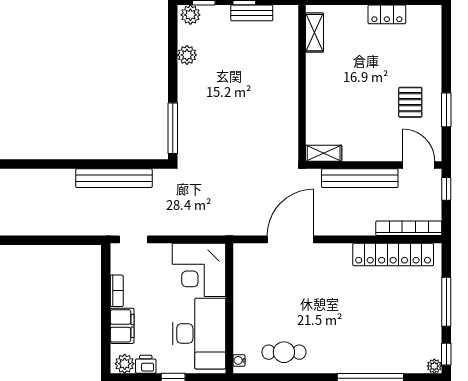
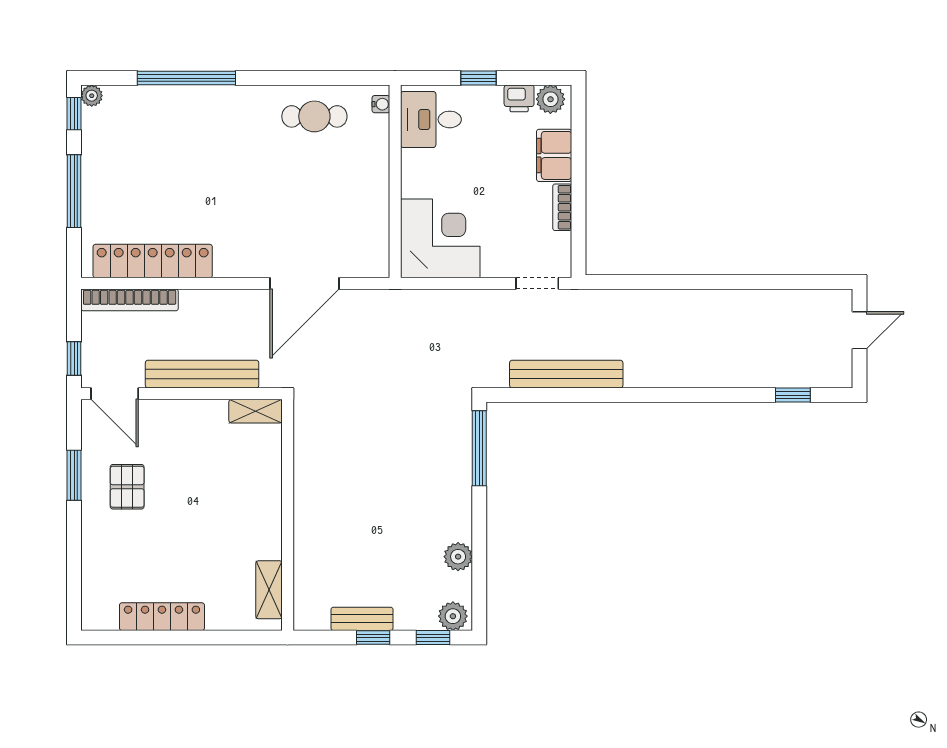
locker: (387, 14) -> (162, 617), width x1.53
desk: (199, 334) -> (431, 119), width x0.53, depth x0.77

